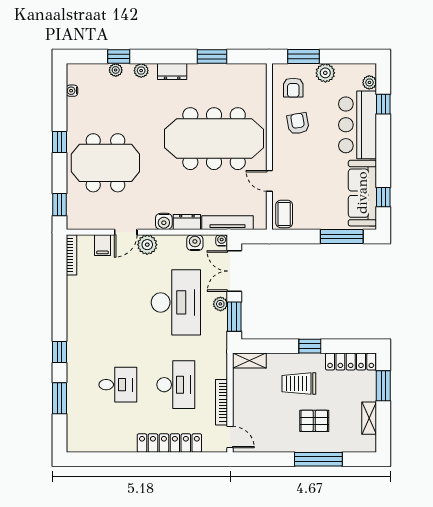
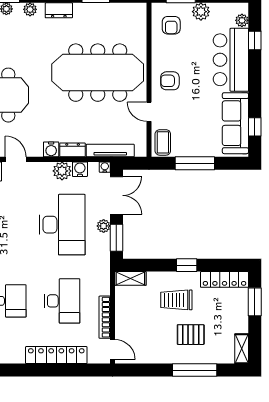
armchair: (298, 123) -> (170, 81), moved, turned -80
door: (126, 232) -> (16, 159), swing flipped
window: (342, 236) -> (195, 163), moved
plant: (147, 245) -> (62, 171), moved
double door: (234, 271) -> (116, 195), swing flipped
shelving: (369, 418) -> (242, 349), moved

